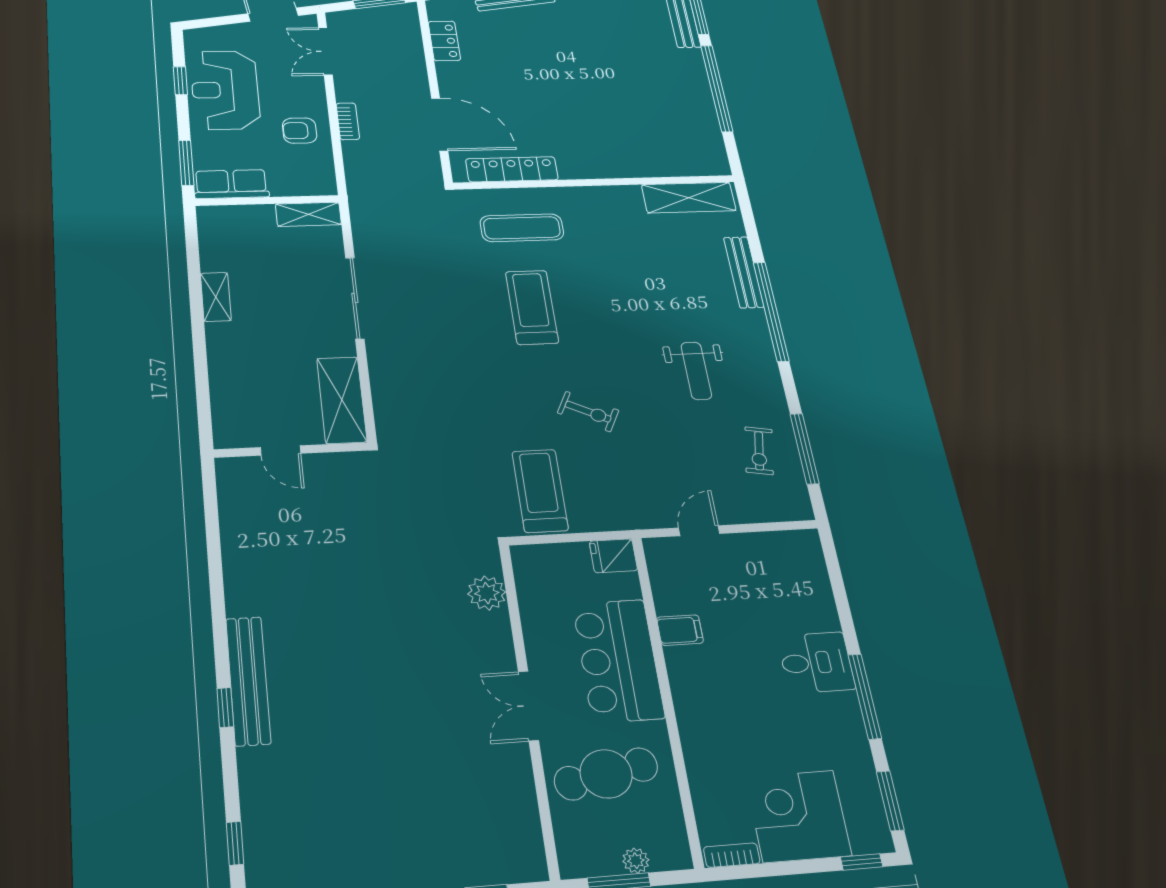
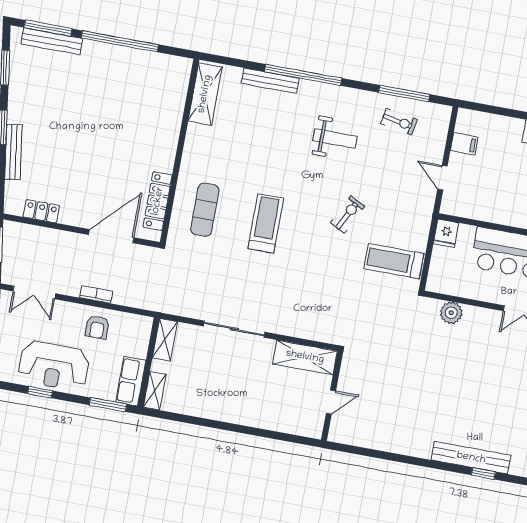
shelving: (216, 297) -> (155, 391), moved, turned 90
treadmill: (532, 307) -> (266, 223), turned 90
filing cabinet: (680, 630) -> (464, 144), moved, turned 90

